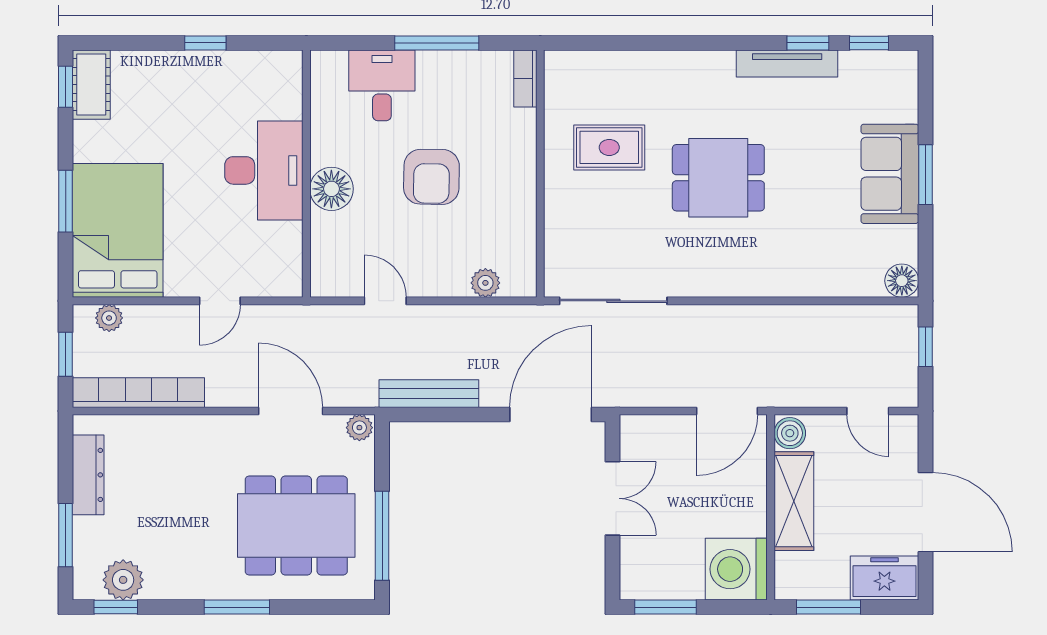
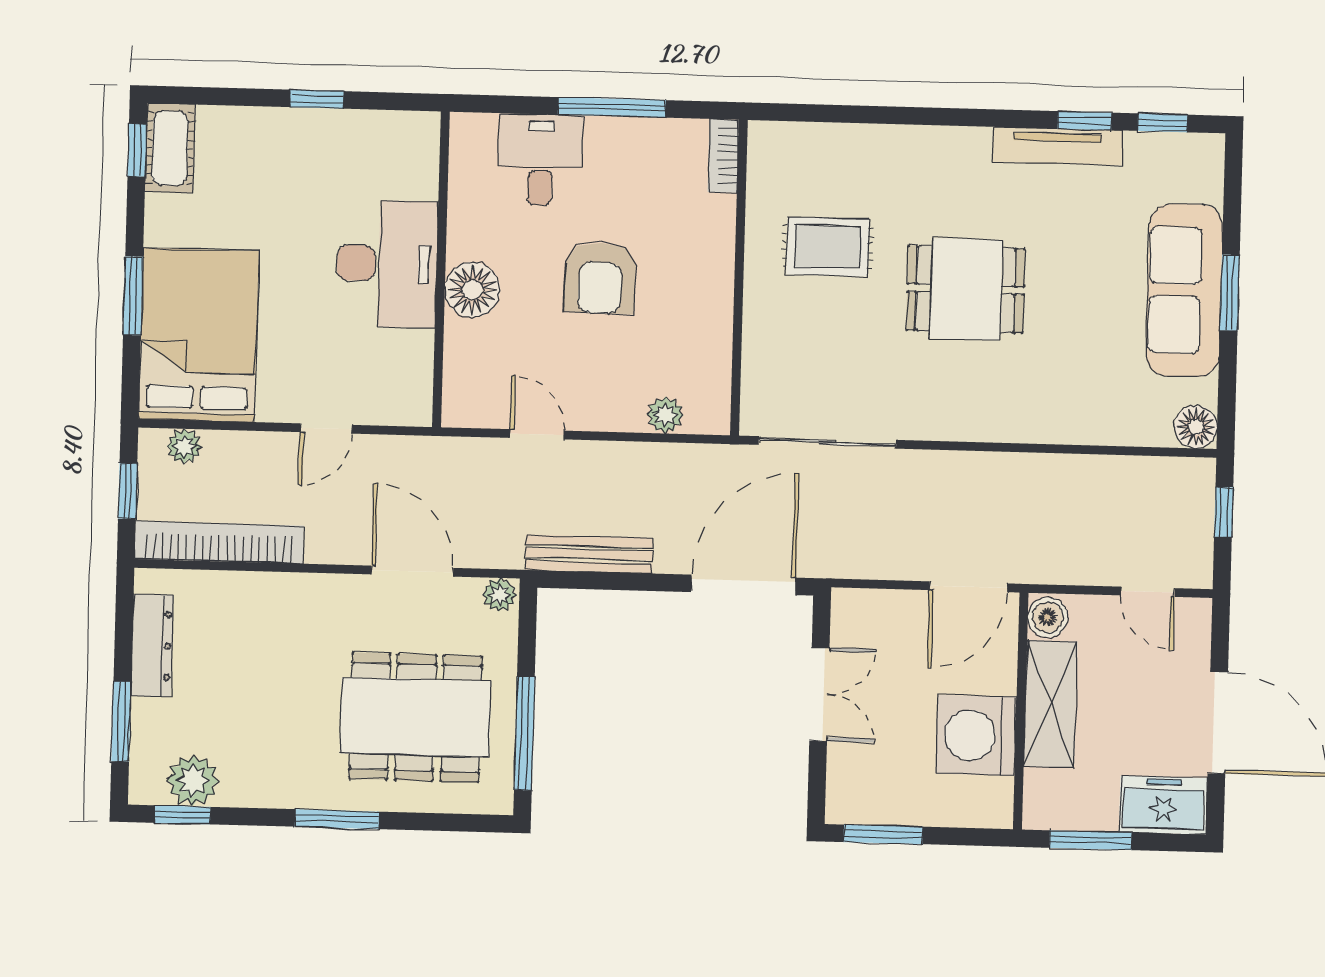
sofa: (890, 174) -> (1184, 290), width x1.36
washing machine: (736, 569) -> (976, 735), moved

